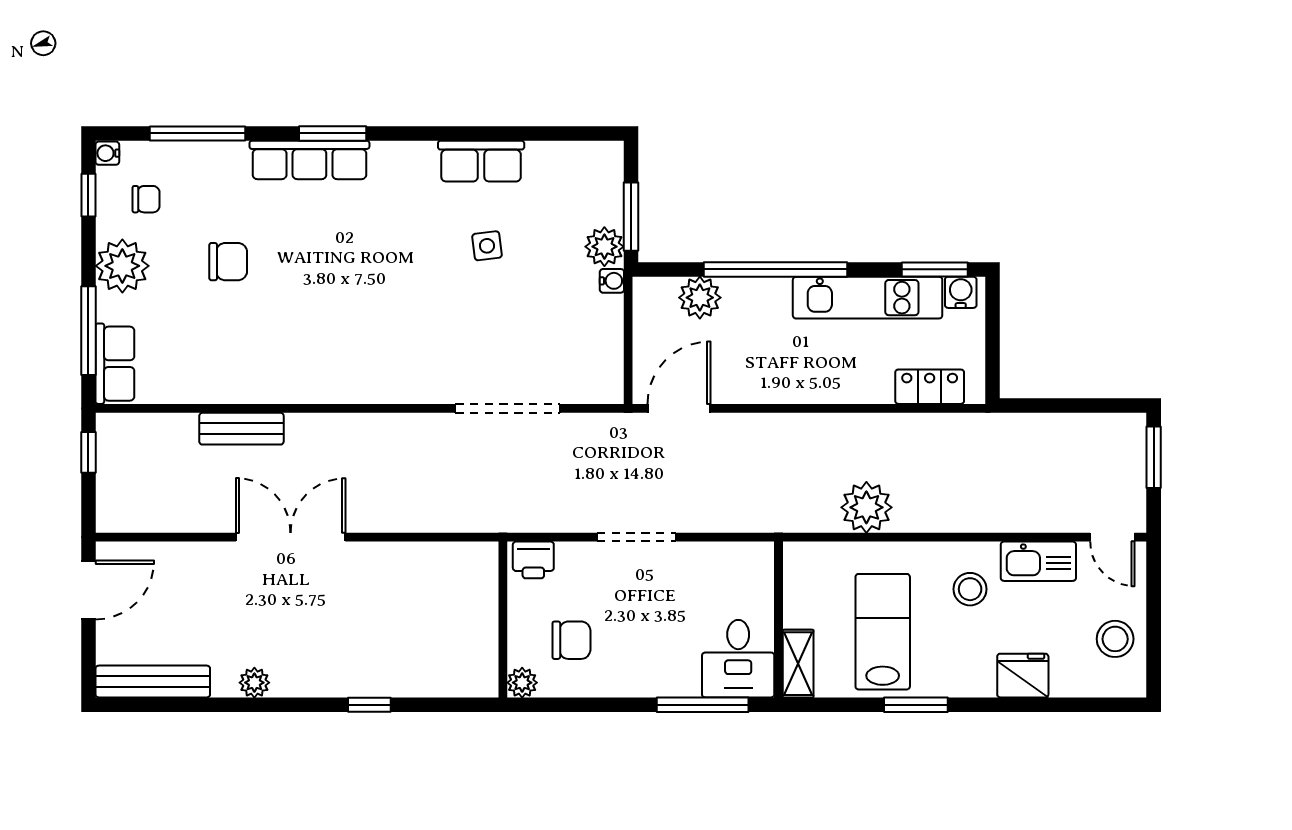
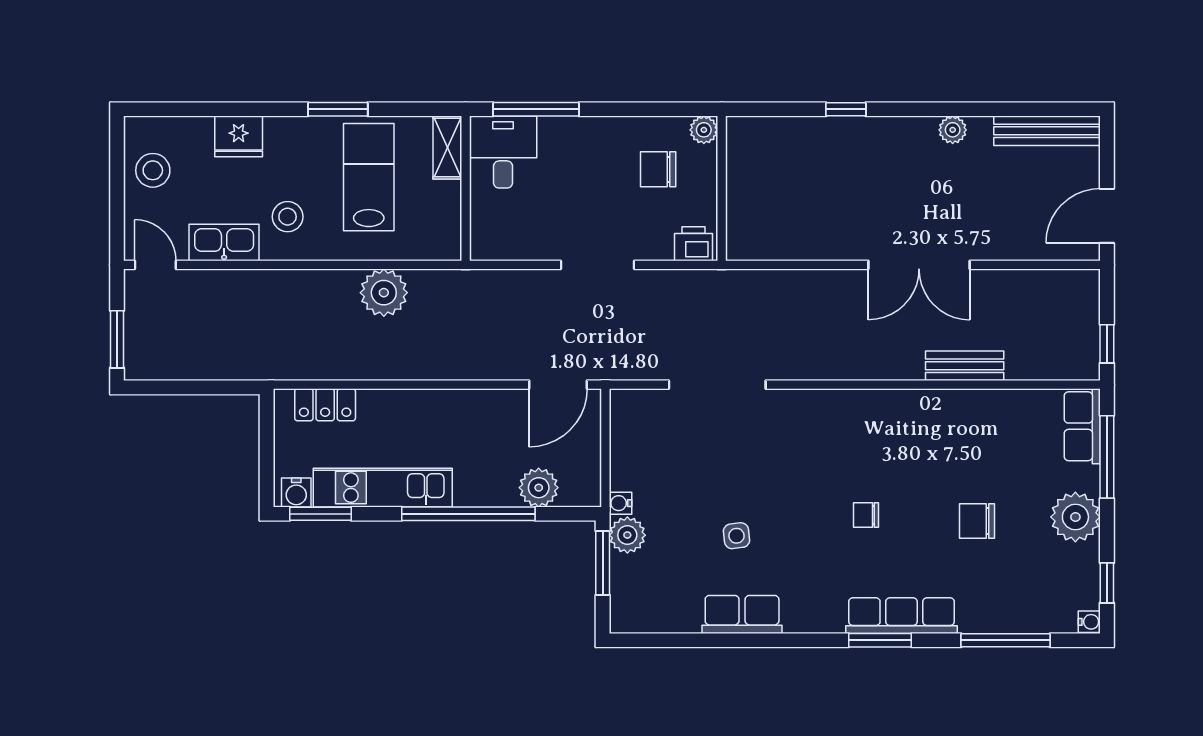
chair: (146, 199) -> (866, 515), moved
lab bench: (883, 632) -> (369, 177), turned 180

